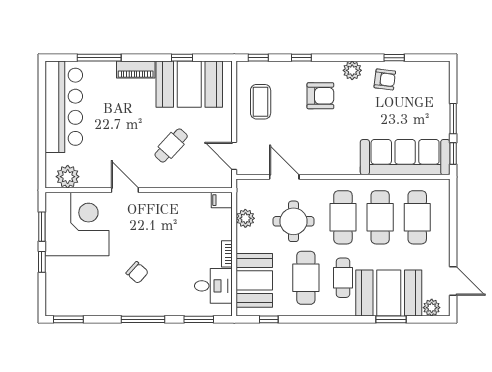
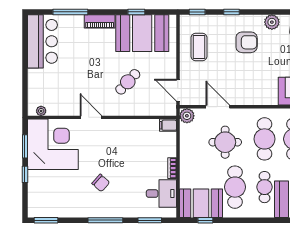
bar counter: (64, 107) -> (42, 41), width x0.73
plant: (68, 177) -> (41, 111), width x0.53, depth x0.53
plant: (245, 218) -> (187, 116), moved
booth: (254, 280) -> (201, 203), moved, turned 90

